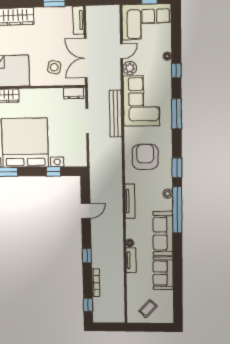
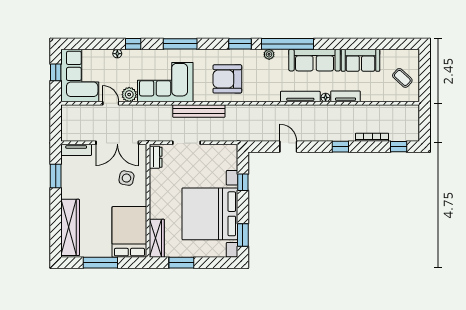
bench: (116, 114) -> (199, 111), moved
tv unit: (130, 201) -> (300, 97), moved

